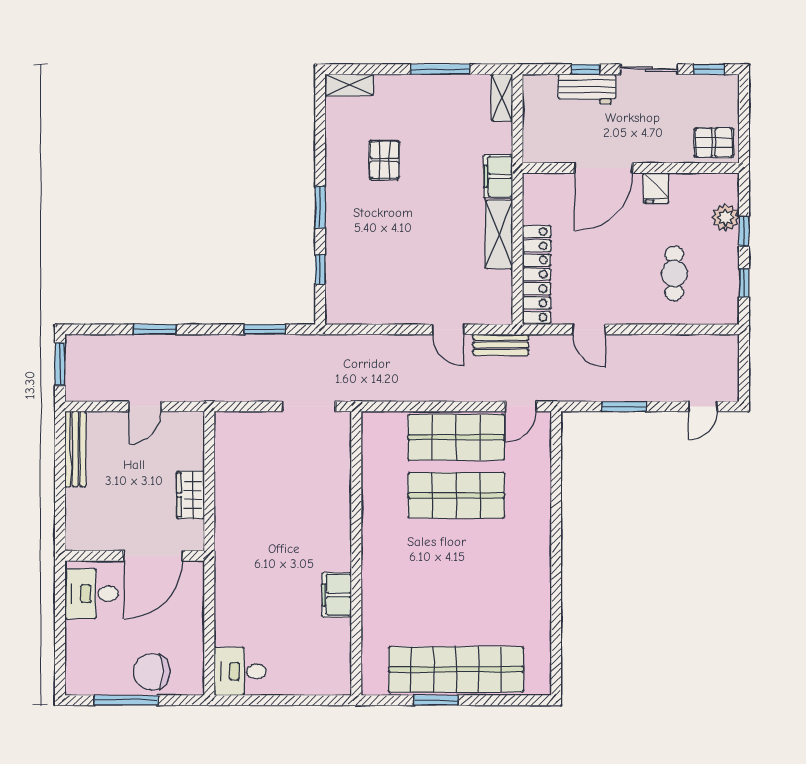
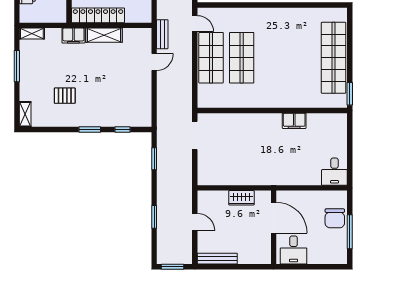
locker: (537, 274) -> (98, 15), moved
window: (436, 700) -> (350, 94), moved

